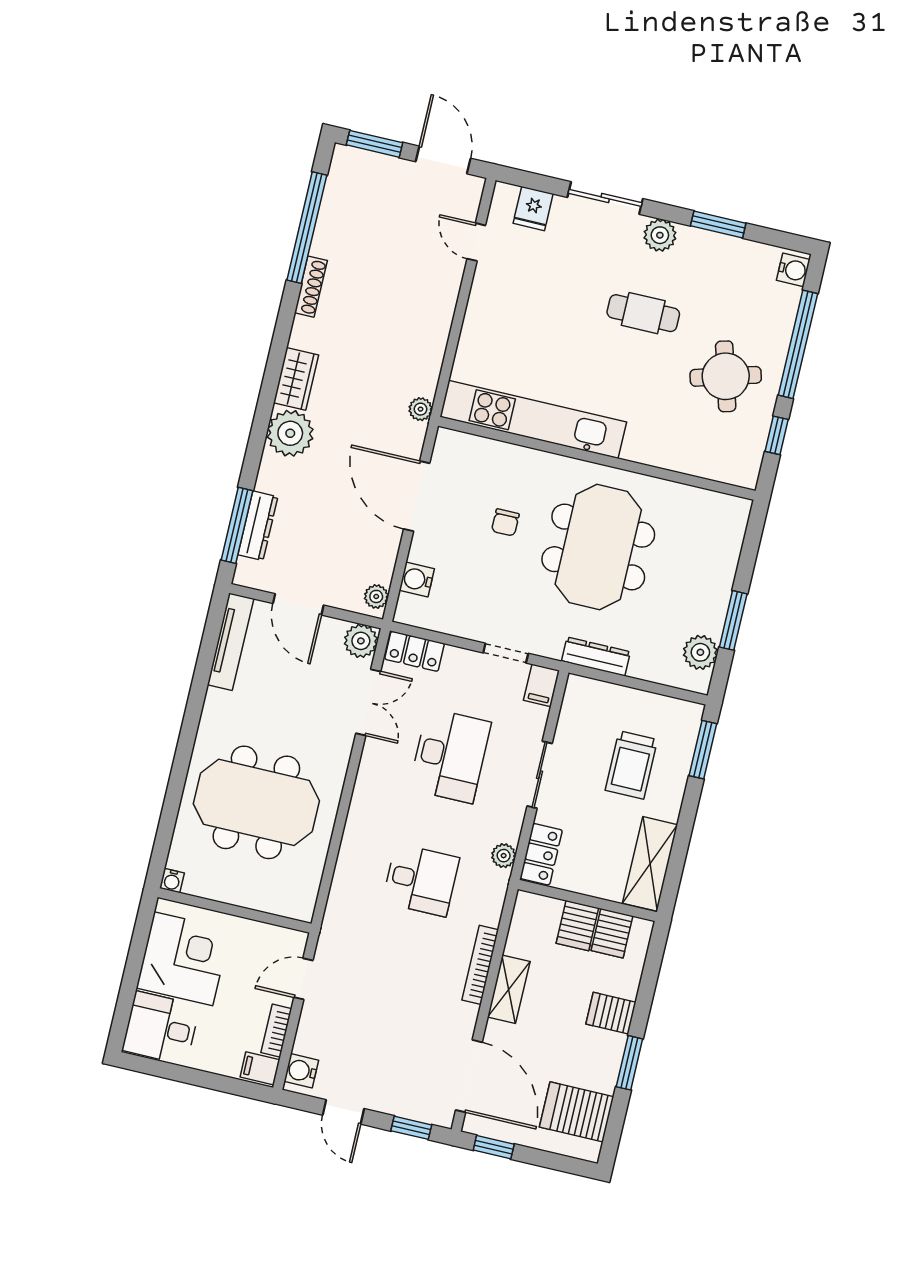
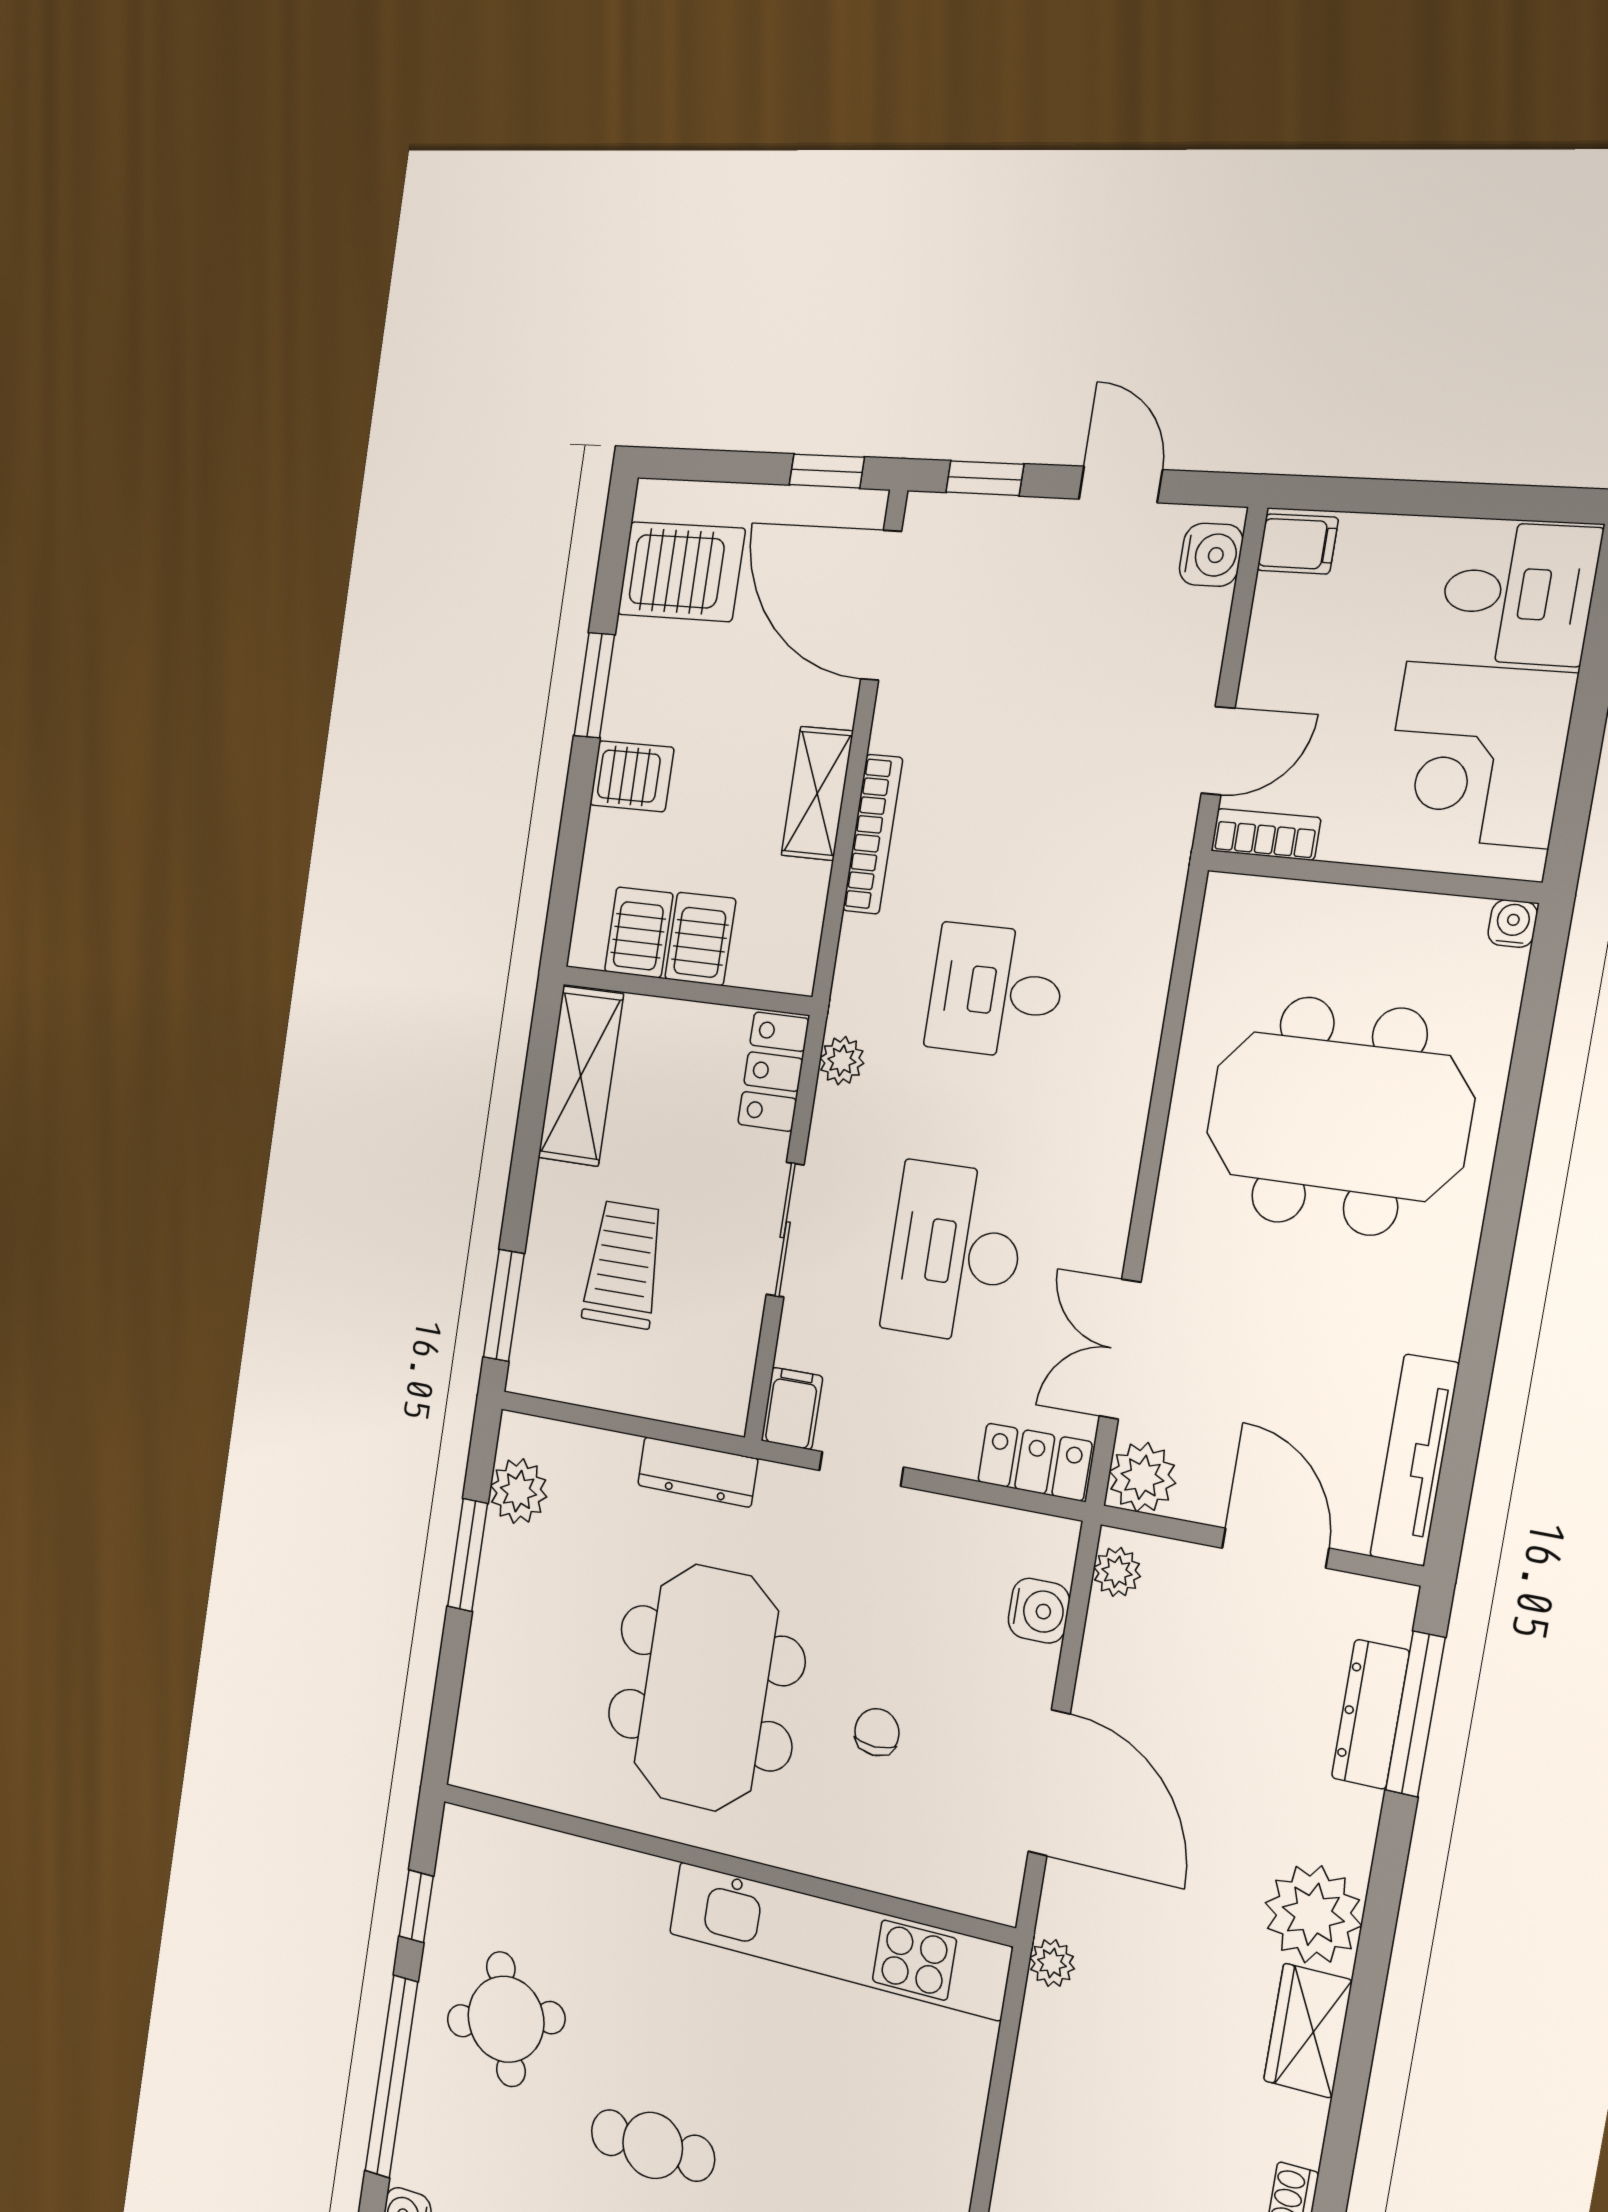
bookcase: (276, 1031) -> (1266, 834), moved, turned -90

